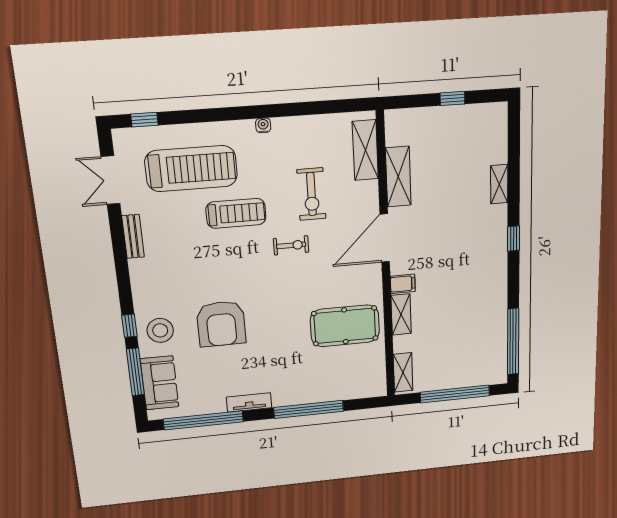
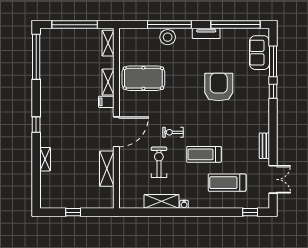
shelving: (365, 150) -> (162, 201), moved, turned 90
treadmill: (191, 169) -> (227, 183), width x0.73, depth x0.73
stool: (160, 330) -> (168, 37), moved

